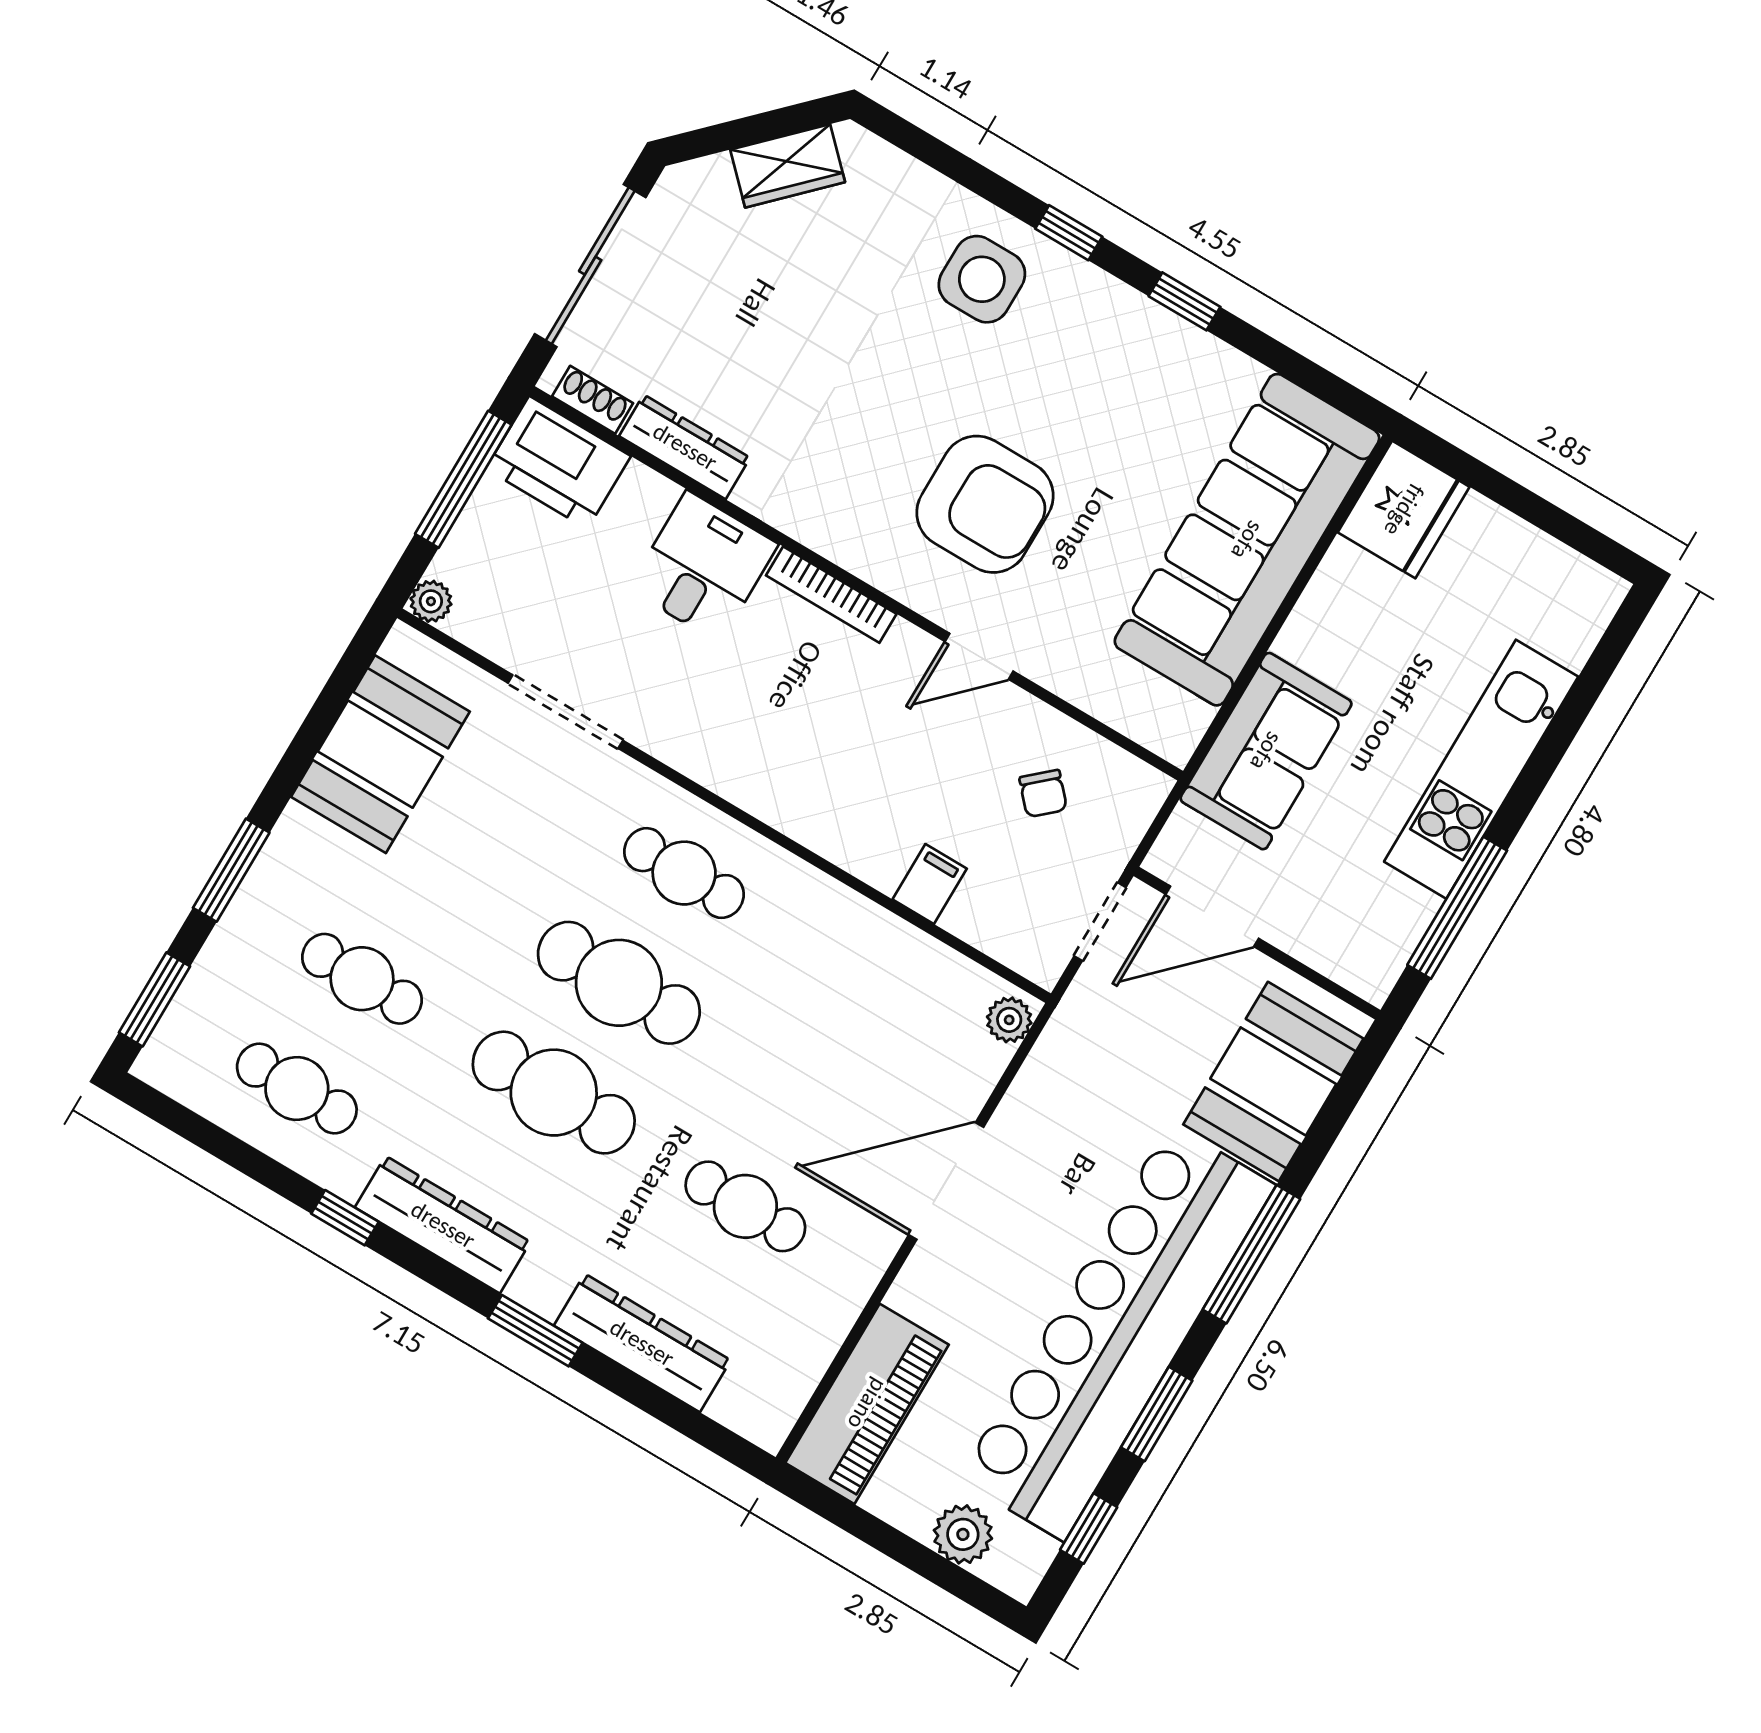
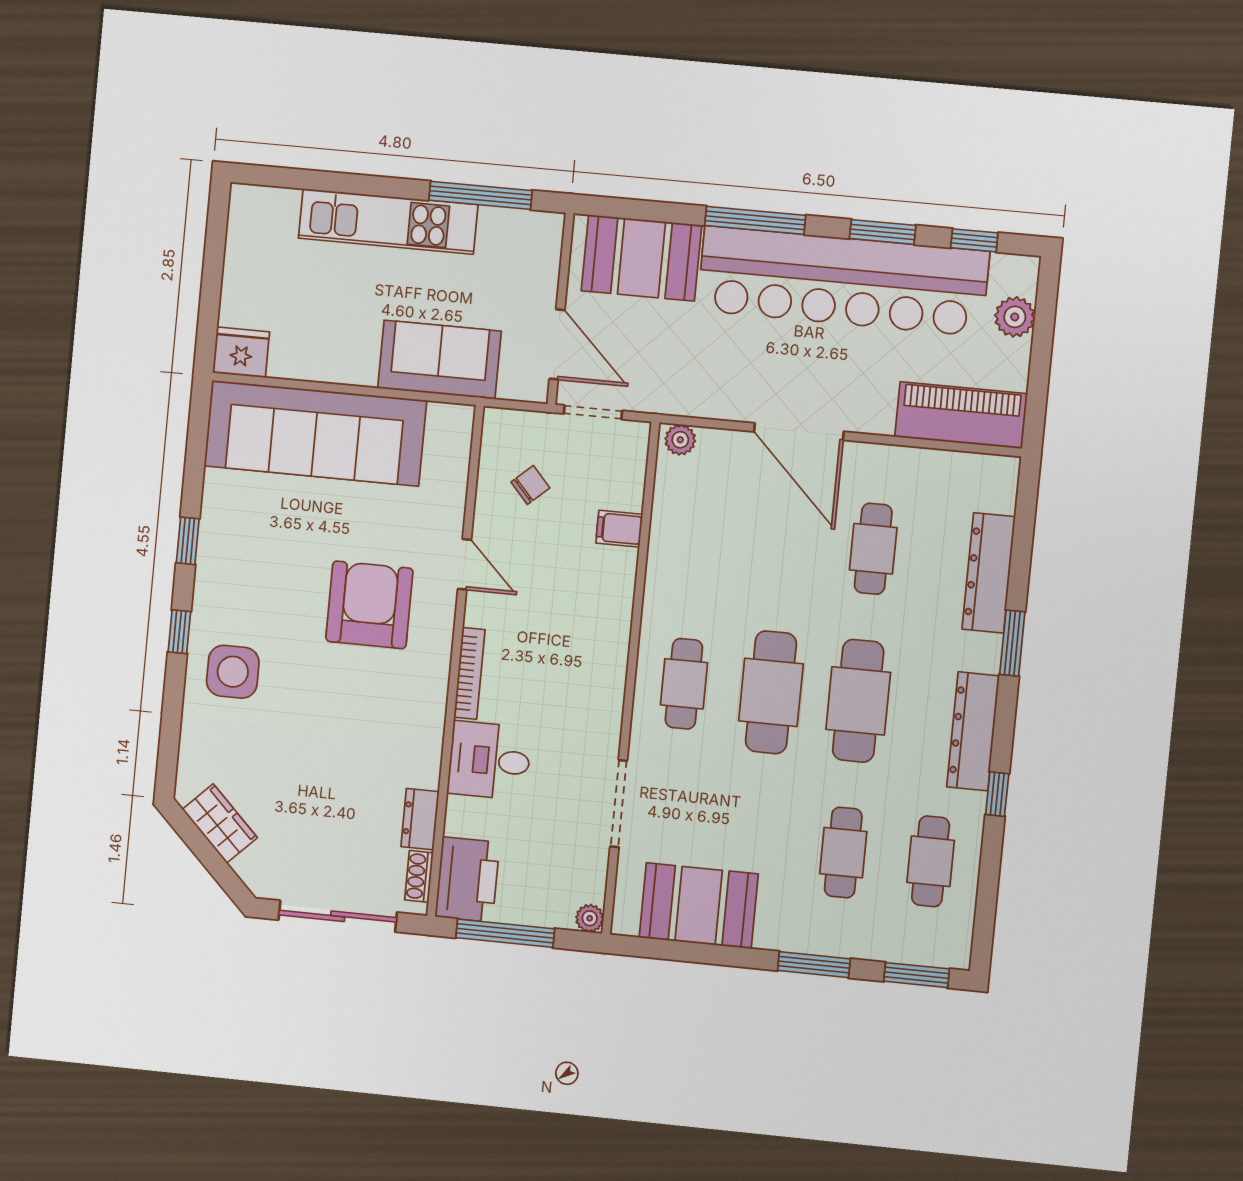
dresser: (685, 447) -> (420, 819), width x0.70
fridge: (1404, 510) -> (241, 352), width x0.73, depth x0.75

